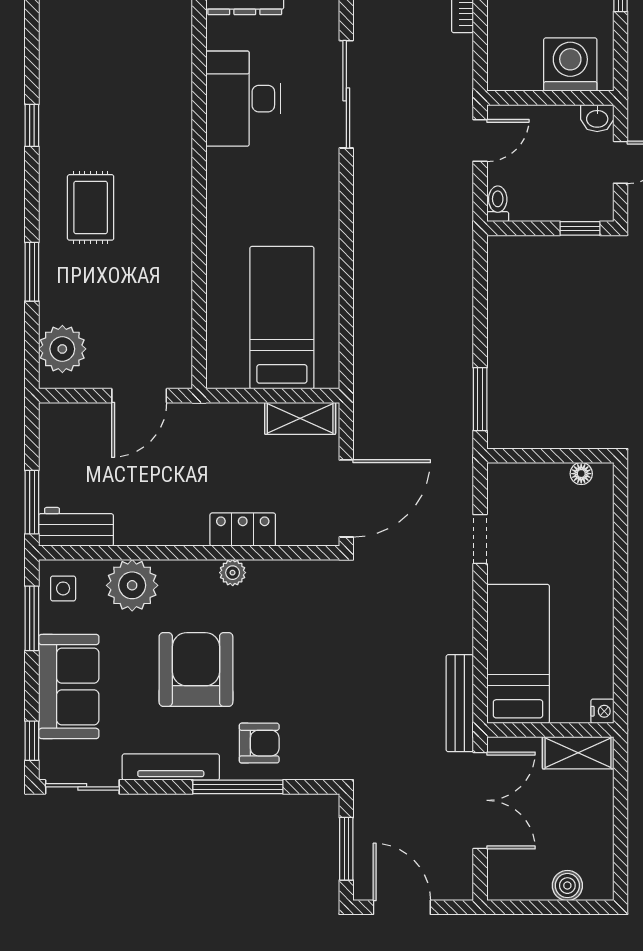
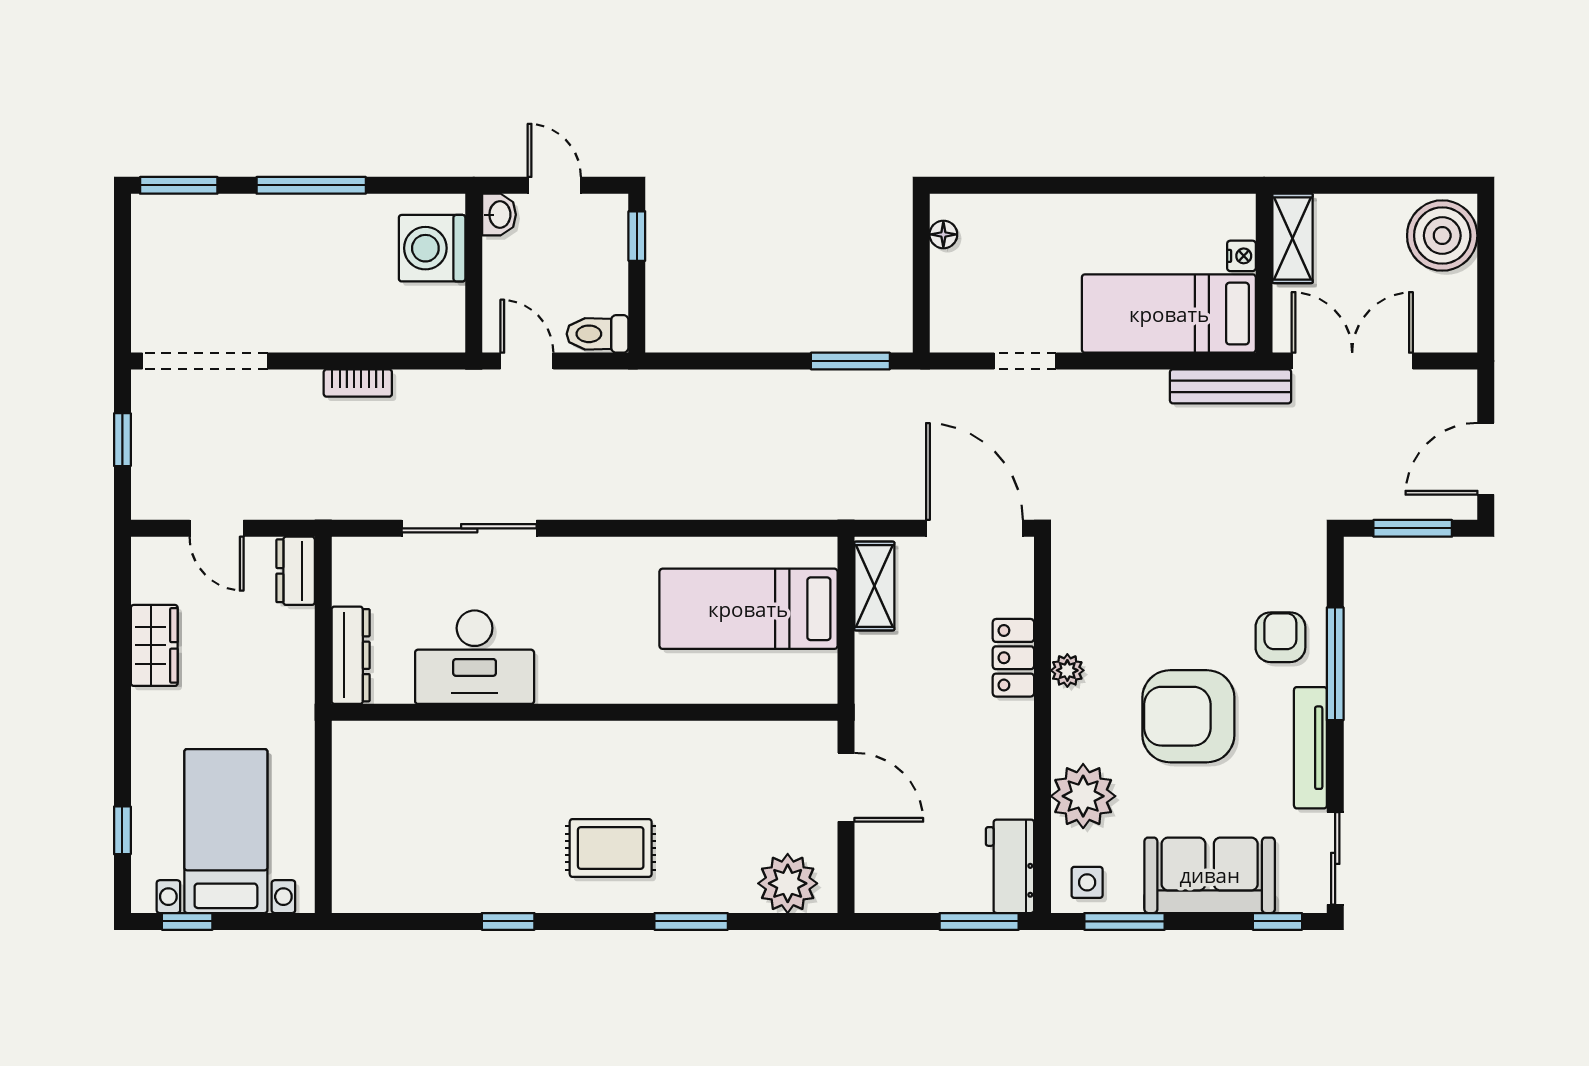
toilet: (498, 204) -> (598, 334), width x1.37, depth x1.39
nightstand: (602, 711) -> (1241, 256), moved, turned 90
boiler: (567, 886) -> (1442, 236), width x1.86, depth x1.86

